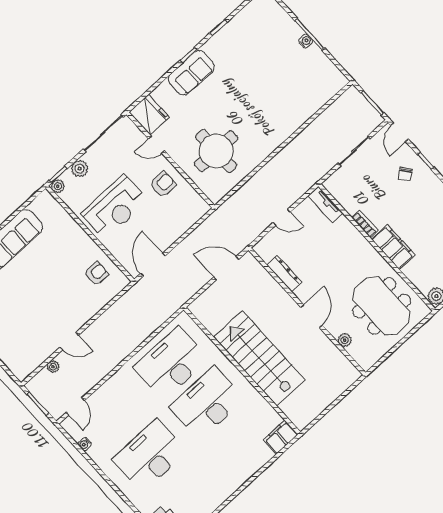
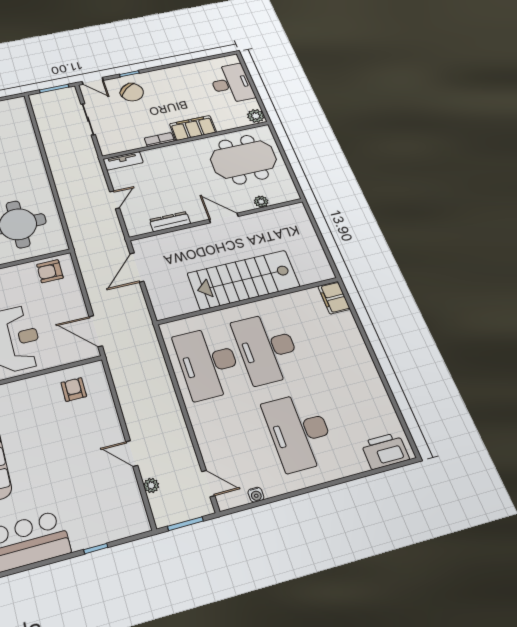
chair: (405, 174) -> (132, 92), width x1.87, depth x1.87
armchair: (163, 184) -> (50, 271), moved, turned -90
door: (69, 341) -> (132, 453), swing flipped

